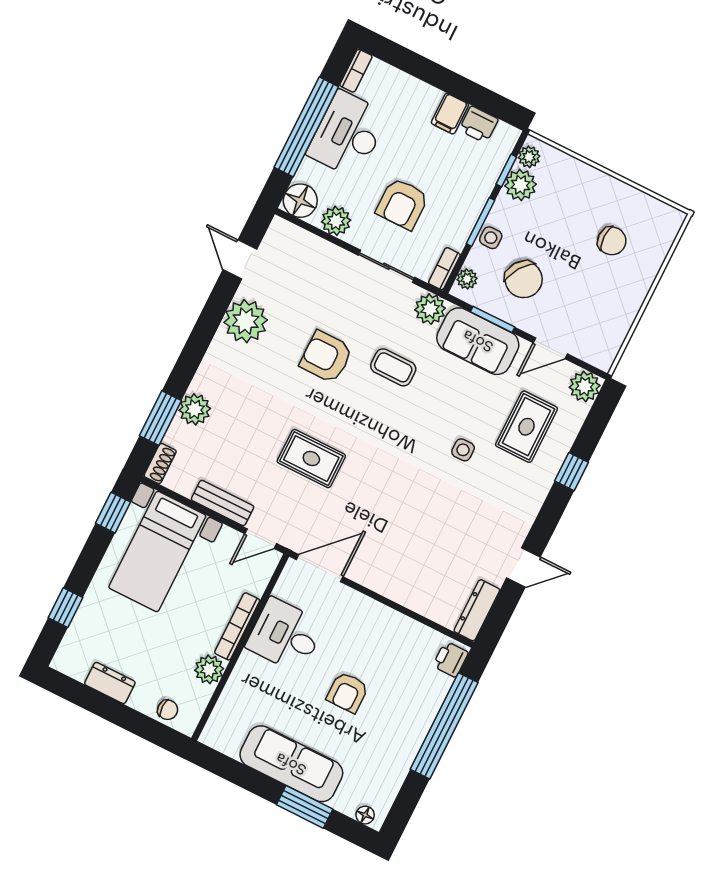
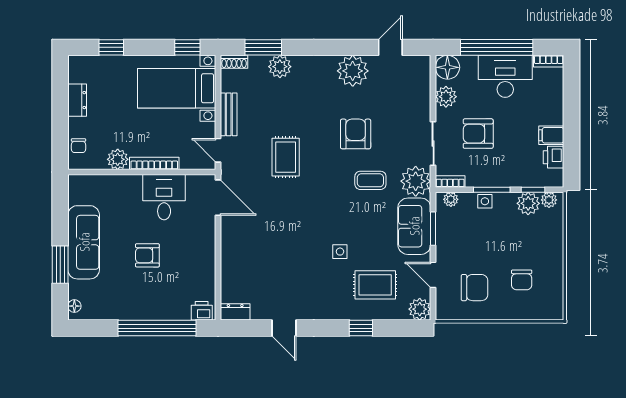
chair: (524, 279) -> (475, 288), moved, turned -124
plant: (430, 309) -> (416, 181), width x1.36, depth x1.36
coffee table: (393, 367) -> (370, 180), turned 90
dresser: (477, 610) -> (235, 312), width x0.70

